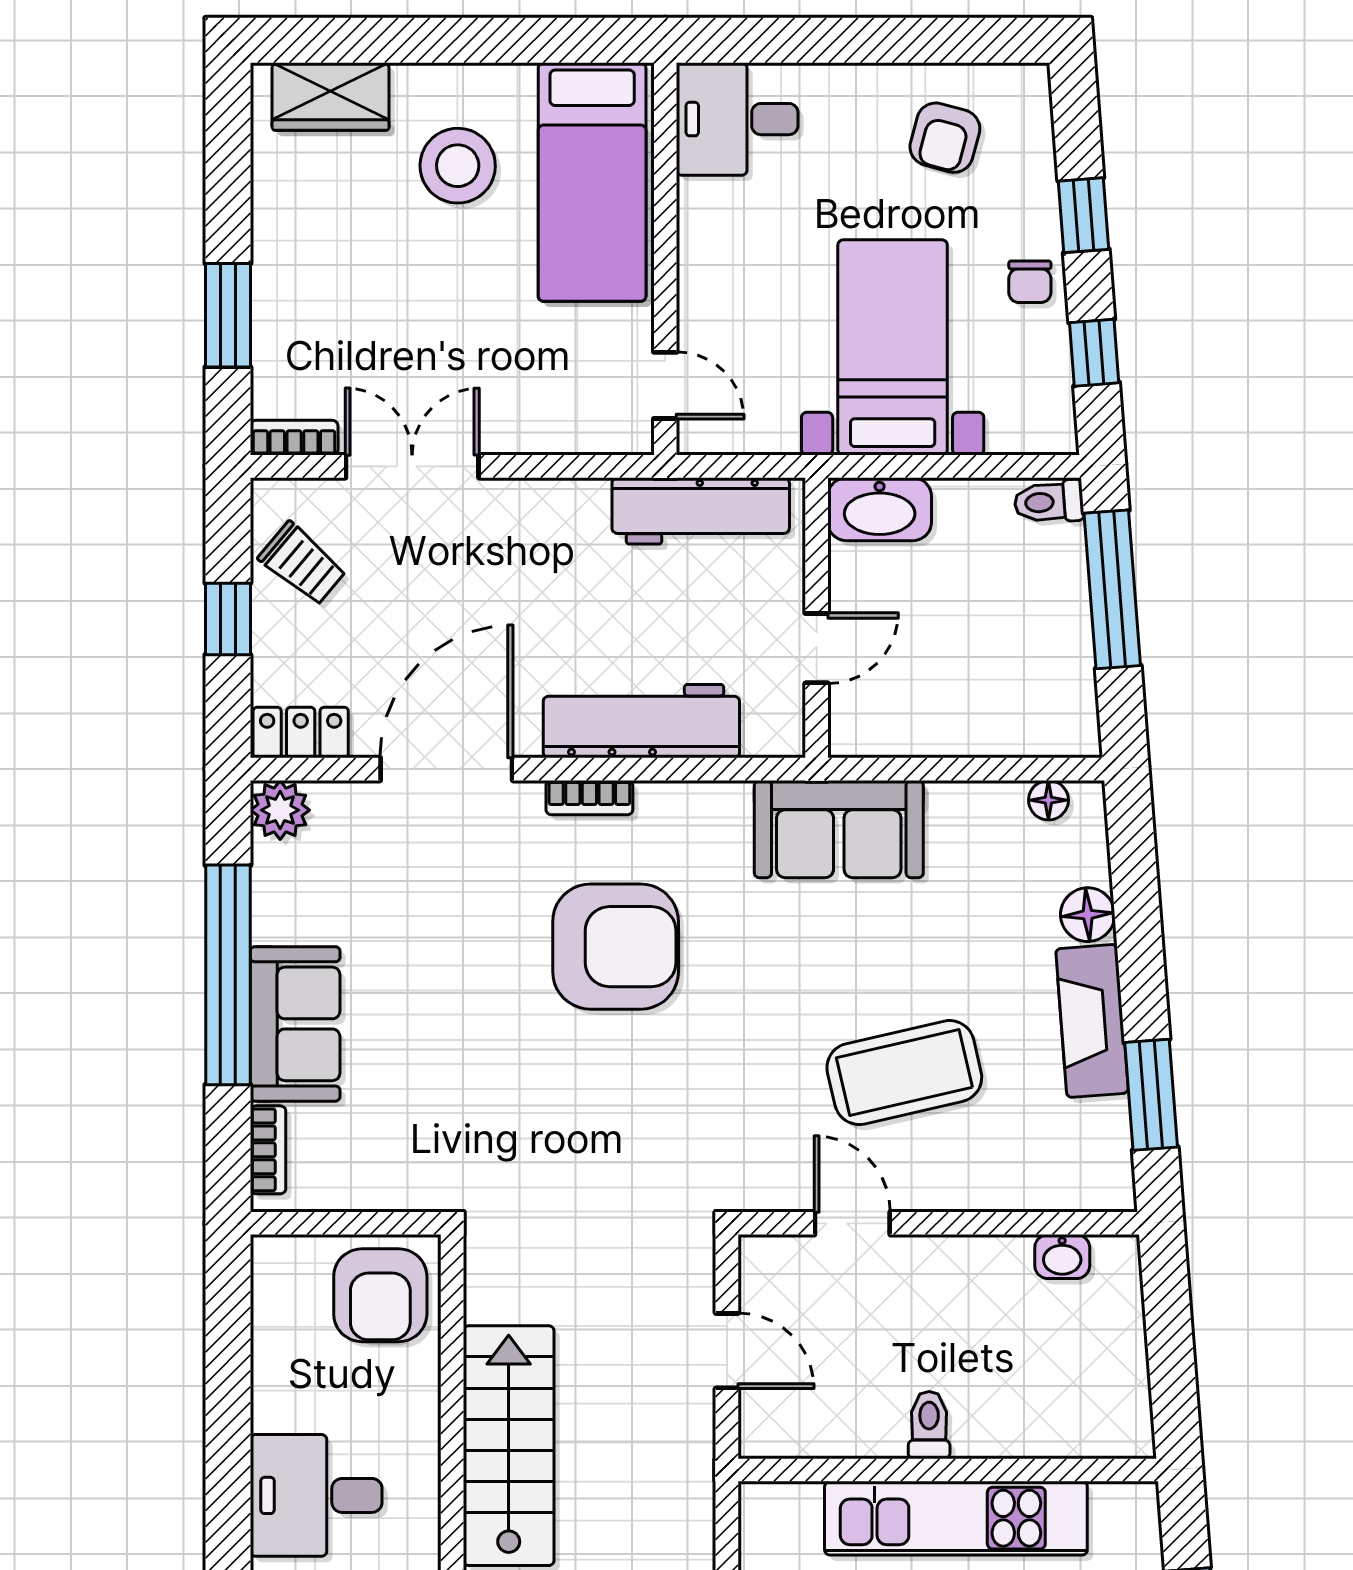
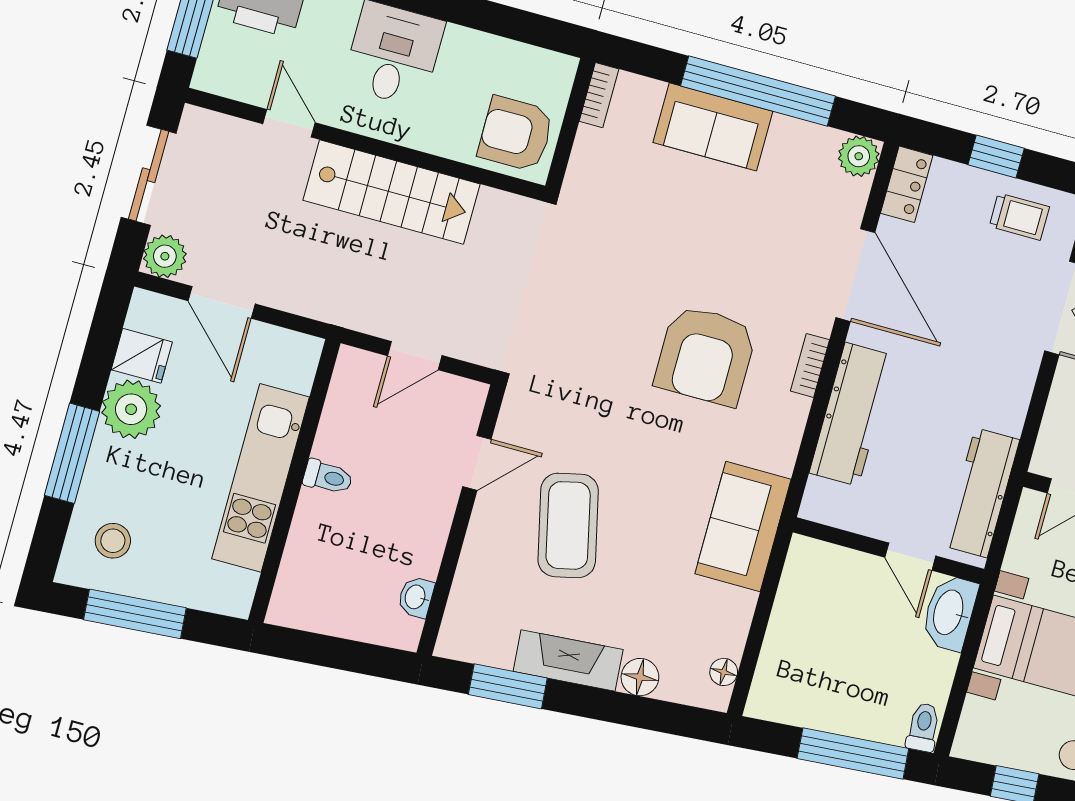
trolley: (302, 564) -> (1019, 217), turned -130
door: (817, 648) -> (910, 557), moved
bookcase: (268, 1150) -> (599, 95), moved, turned -90

